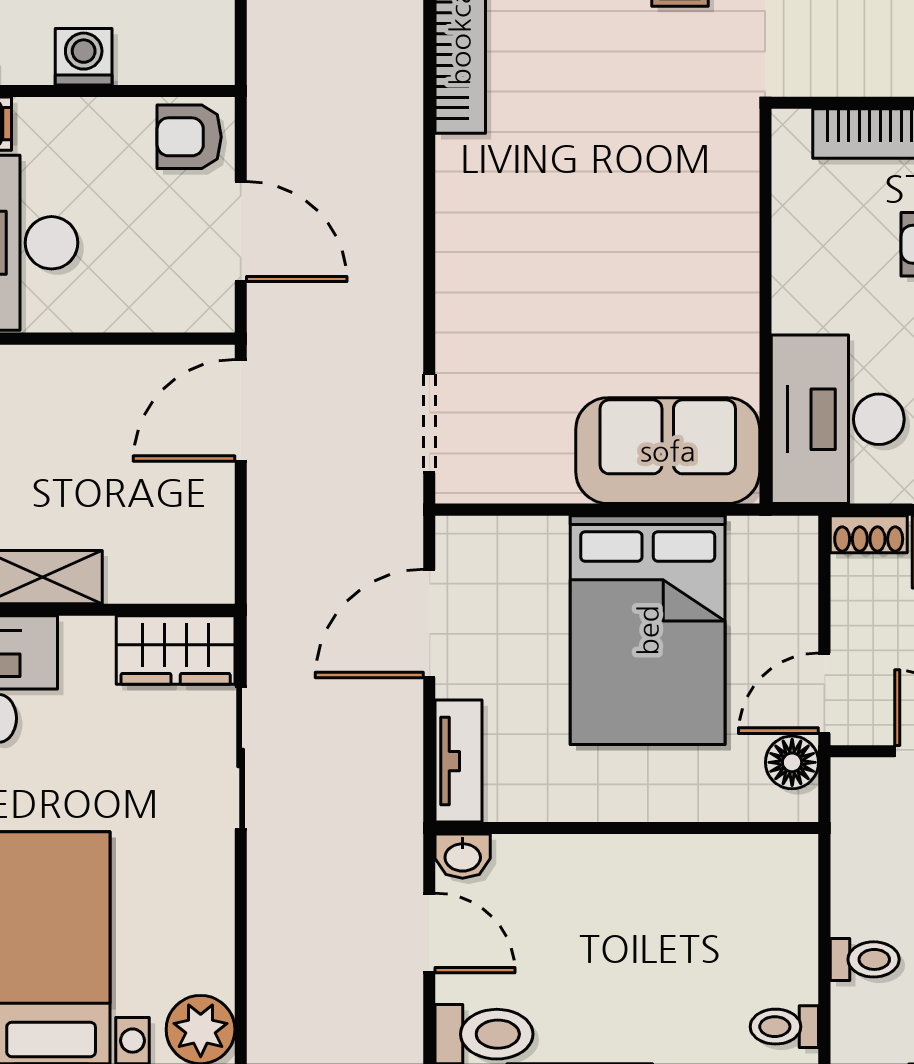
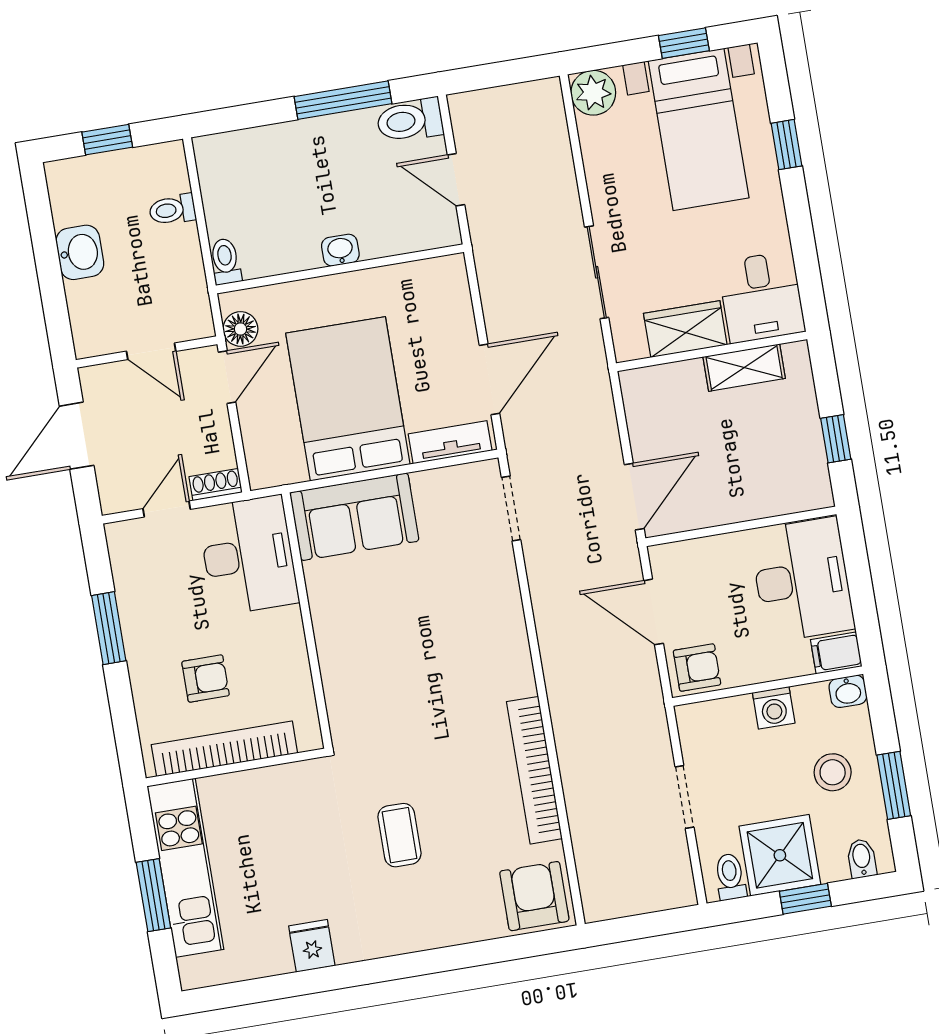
wardrobe: (176, 650) -> (685, 329), moved
tv unit: (459, 761) -> (450, 442), moved, turned 90
washbasin: (463, 856) -> (340, 250), moved
toilet: (784, 1027) -> (226, 261), moved, turned -90

